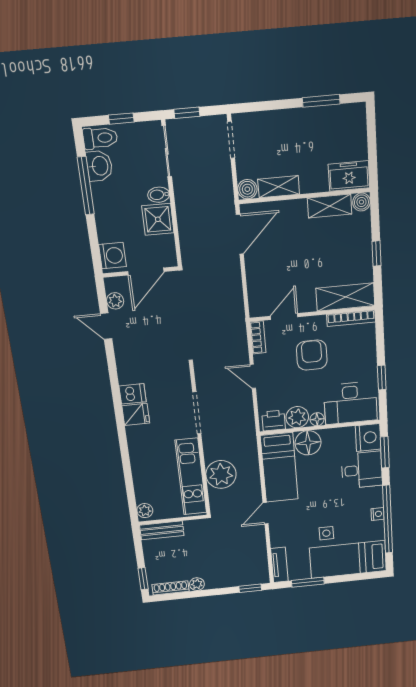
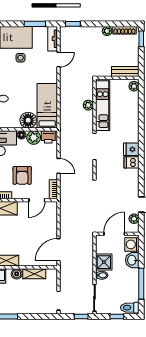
washbasin: (99, 166) -> (132, 260), moved
boiler: (247, 189) -> (17, 274), moved
plant: (221, 474) -> (88, 105), width x0.53, depth x0.53
door: (265, 513) -> (58, 60), moved

